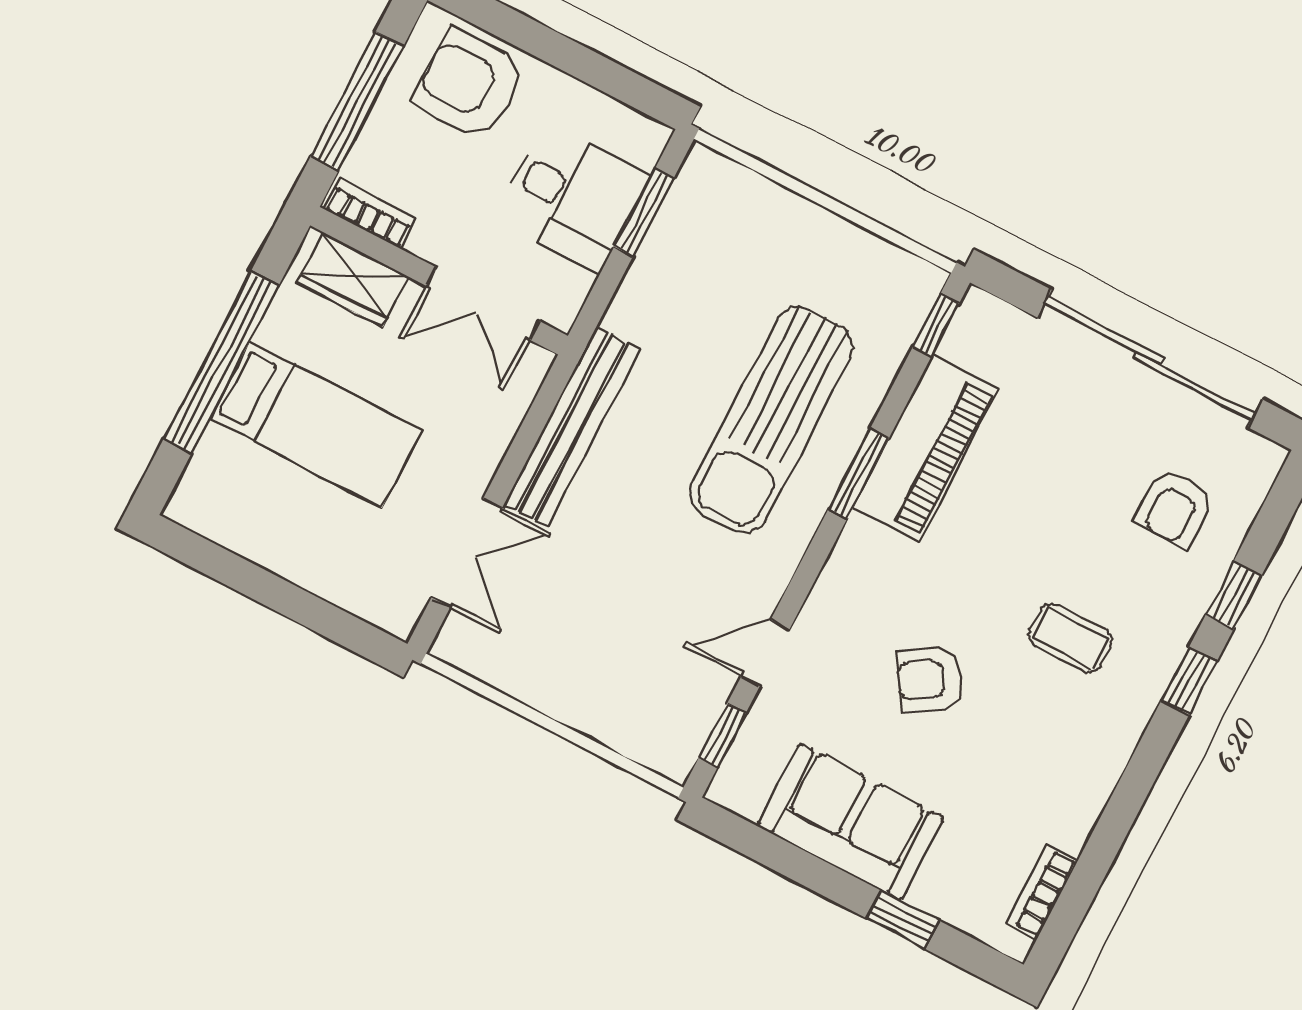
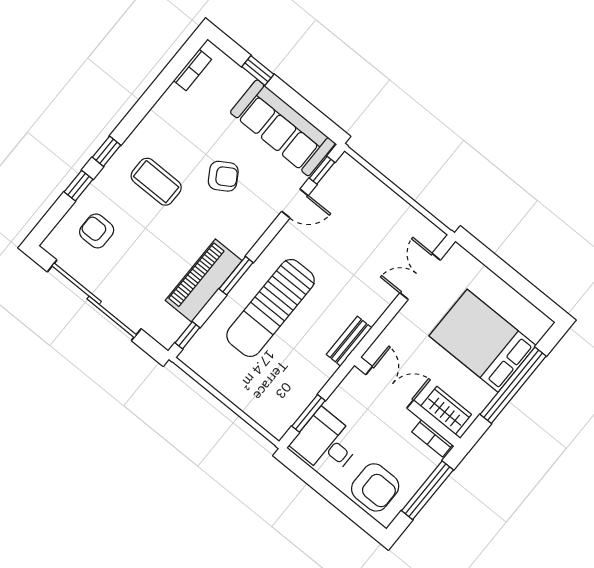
desk: (572, 197) -> (326, 443), moved
sun lounger: (771, 420) -> (271, 308), turned 180
bed: (316, 424) -> (483, 341), width x1.50
bench: (572, 427) -> (349, 341), width x0.54, depth x0.82
armchair: (1175, 507) -> (97, 231), turned -90
coffee table: (1070, 638) -> (156, 182), width x1.36, depth x1.30
sofa: (851, 822) -> (283, 128), width x1.36

